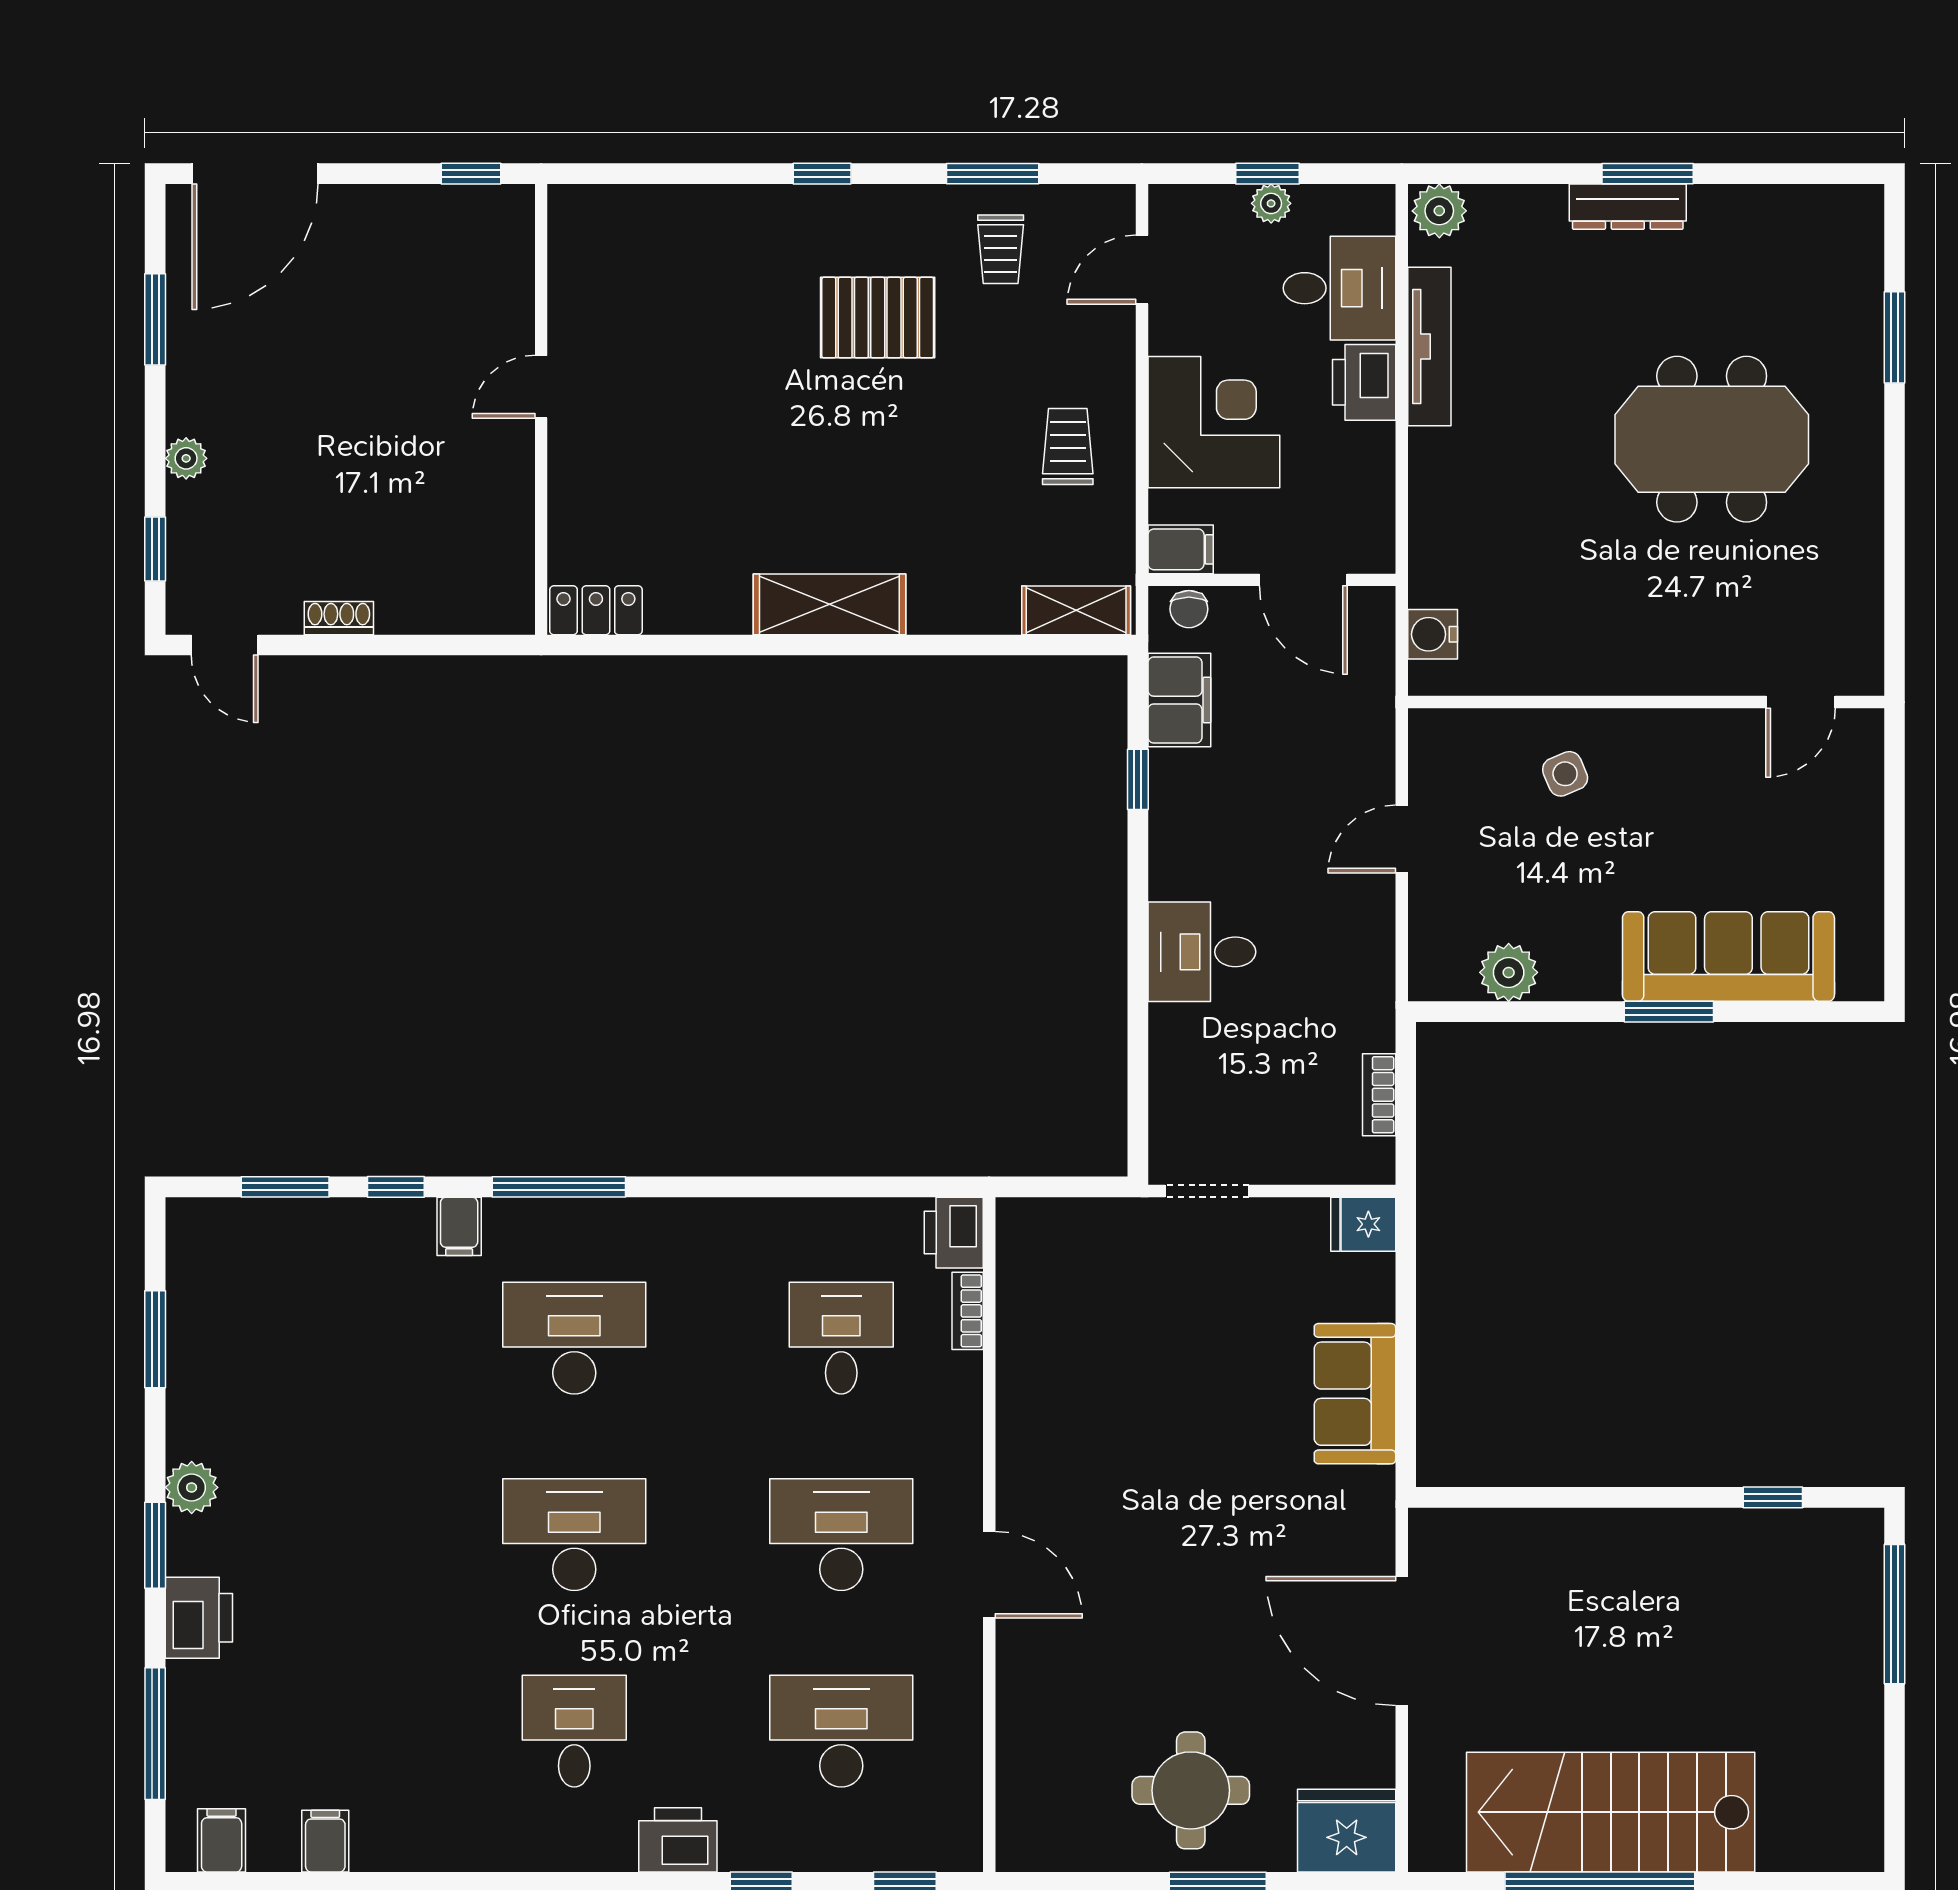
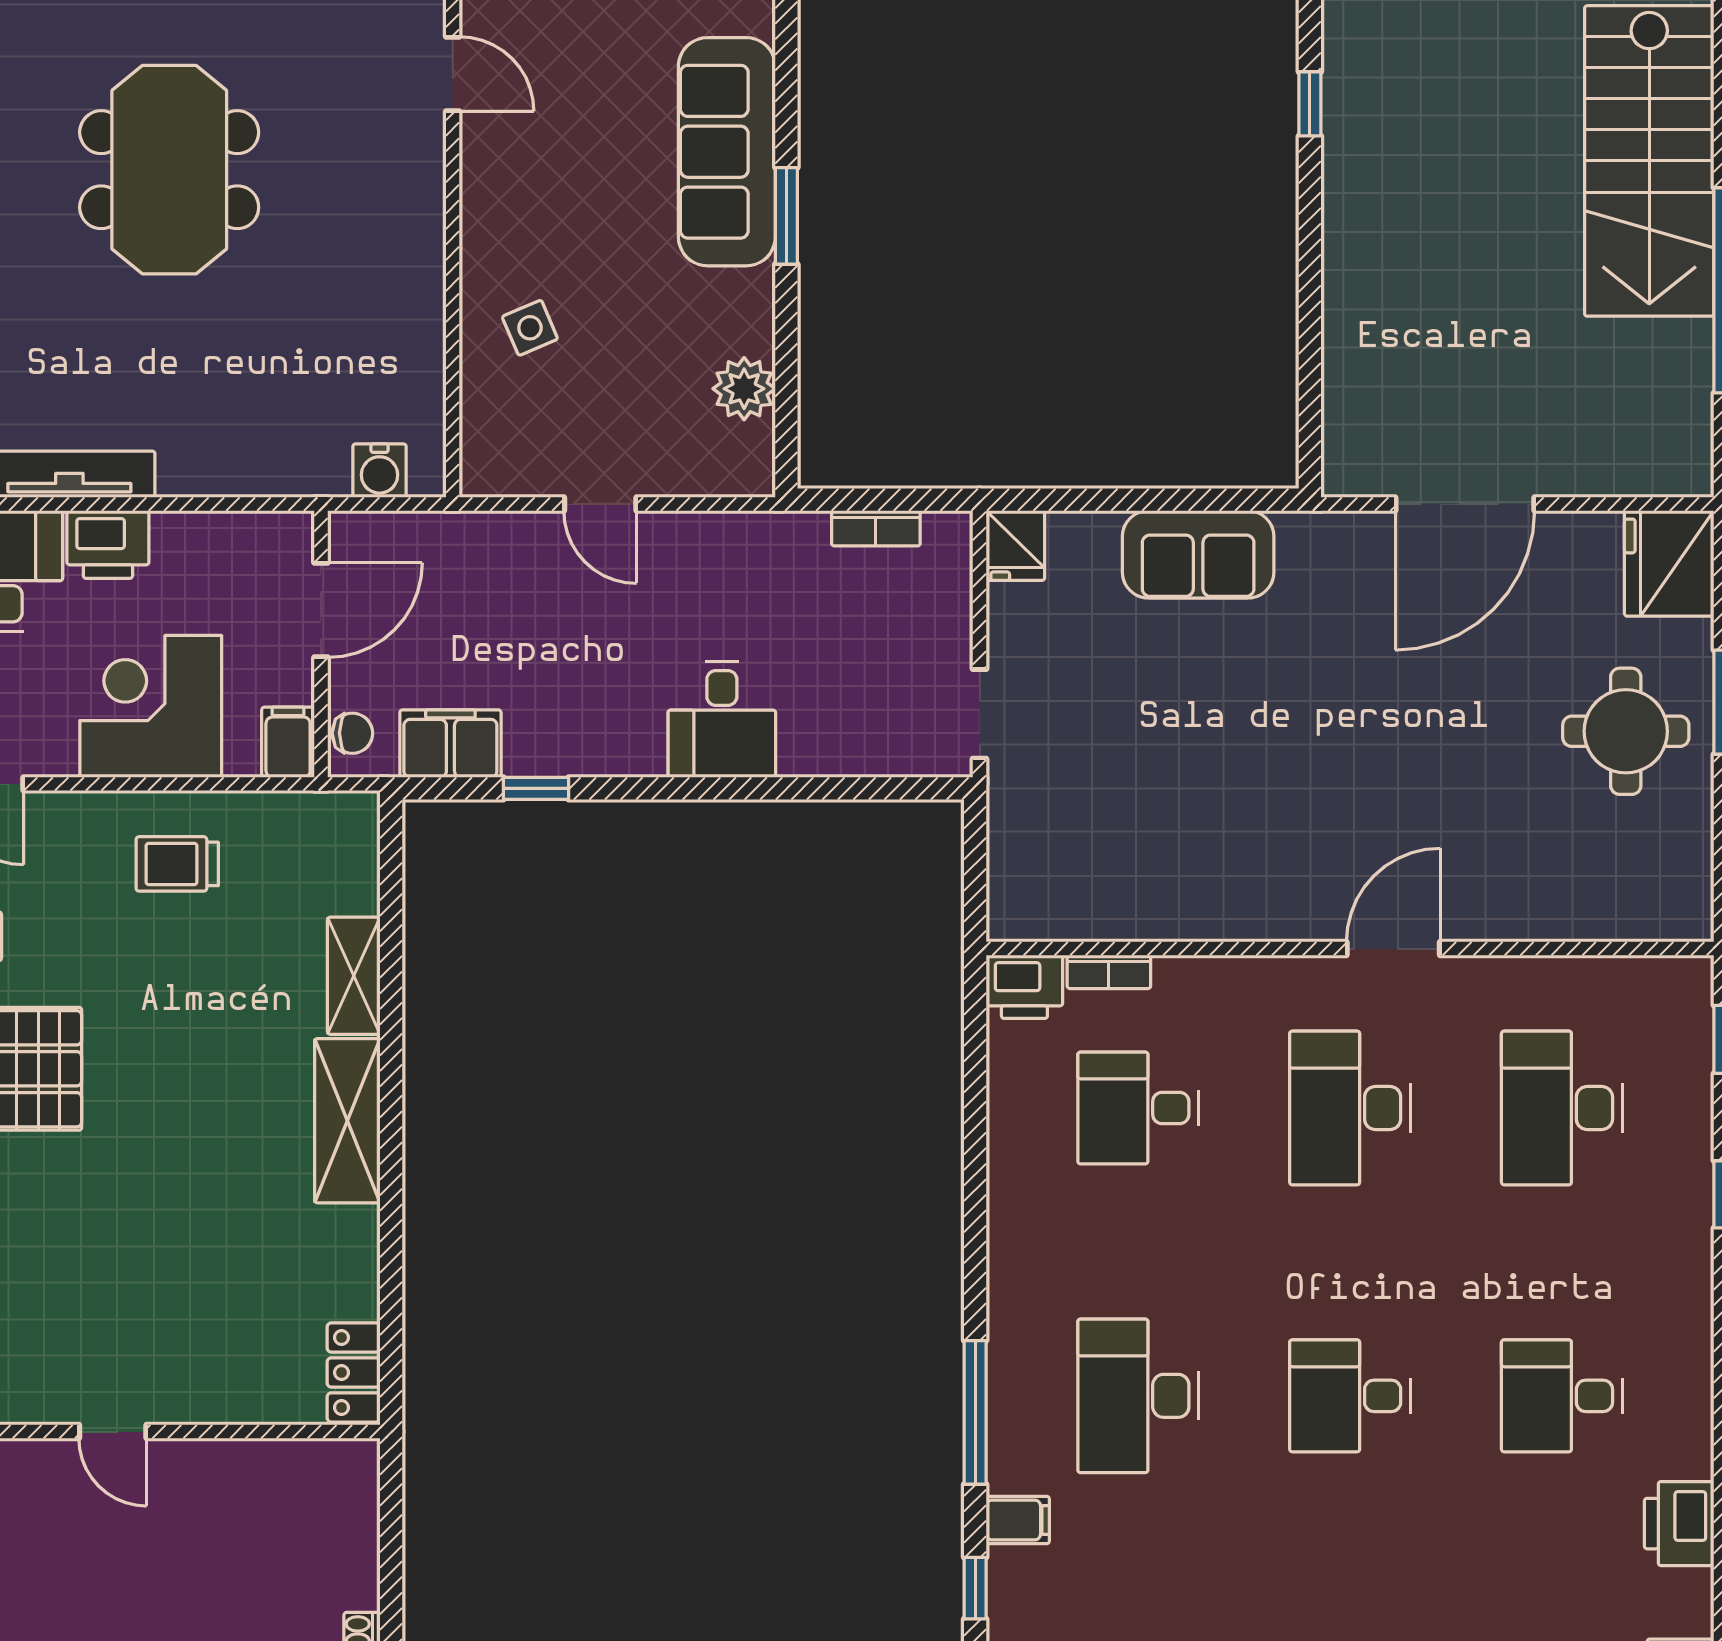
shelving: (1076, 610) -> (354, 976), moved
desk: (574, 1535) -> (1350, 1396), width x0.73
stairs: (1611, 1812) -> (1649, 161), moved
printer: (678, 1840) -> (1679, 1524), moved

